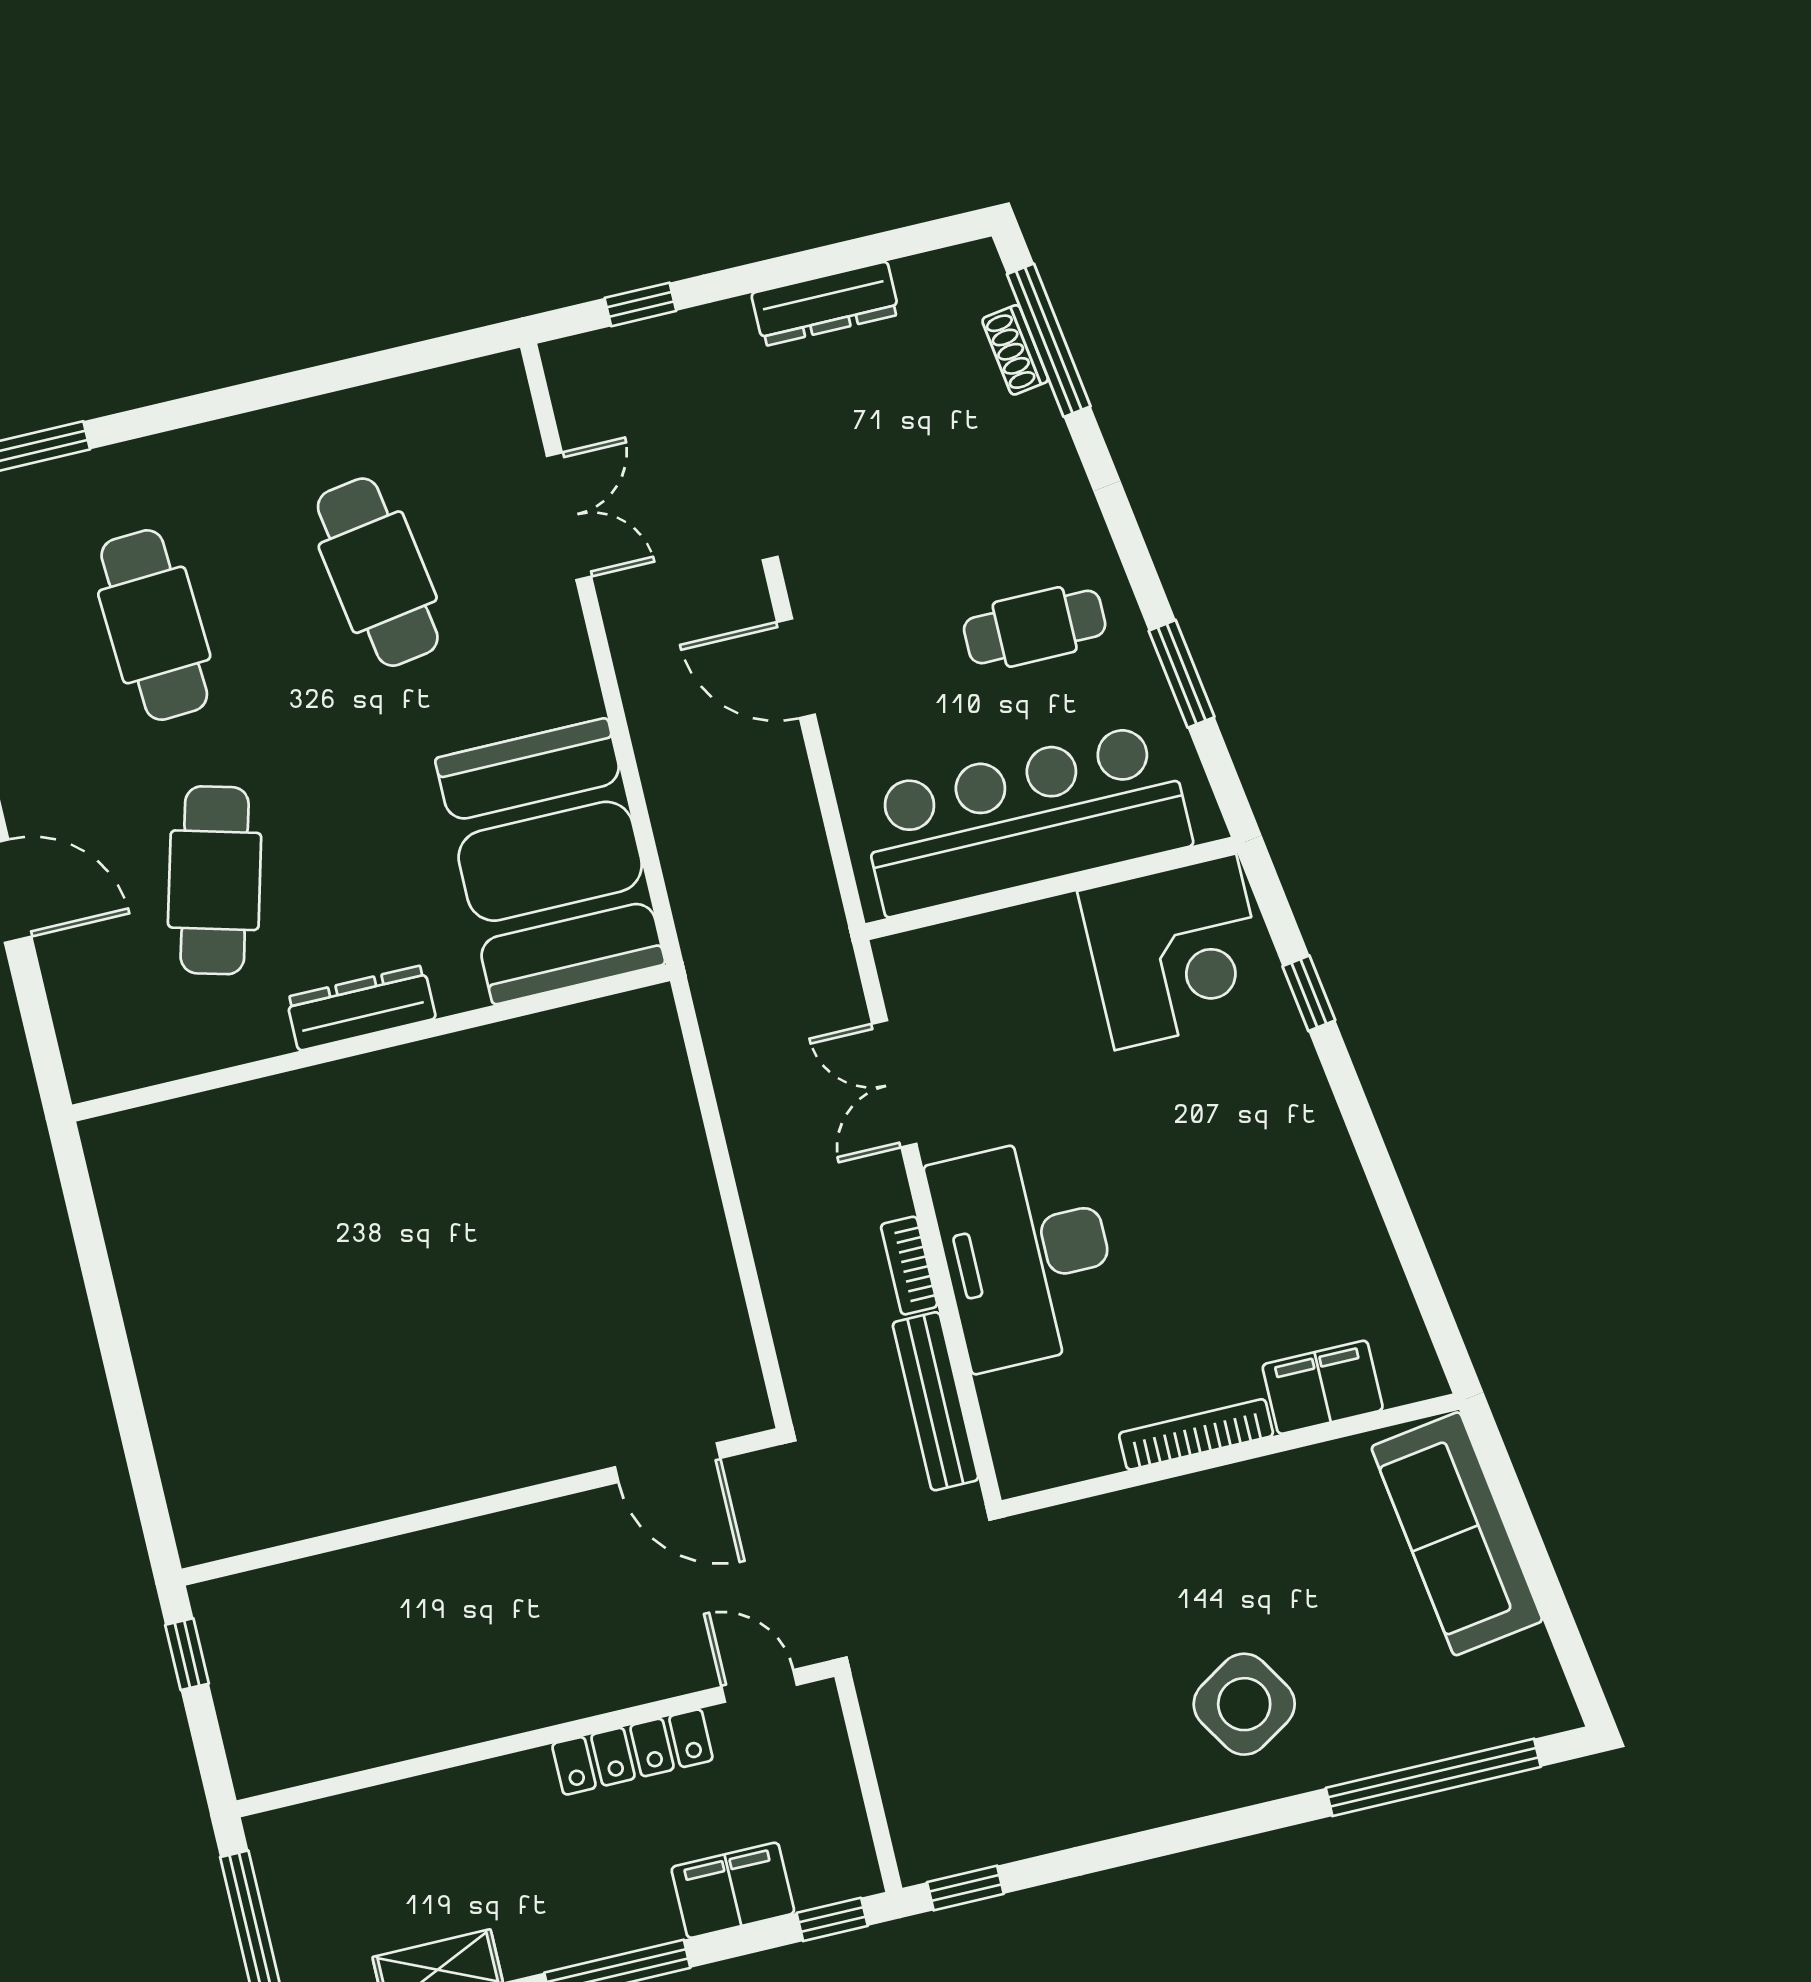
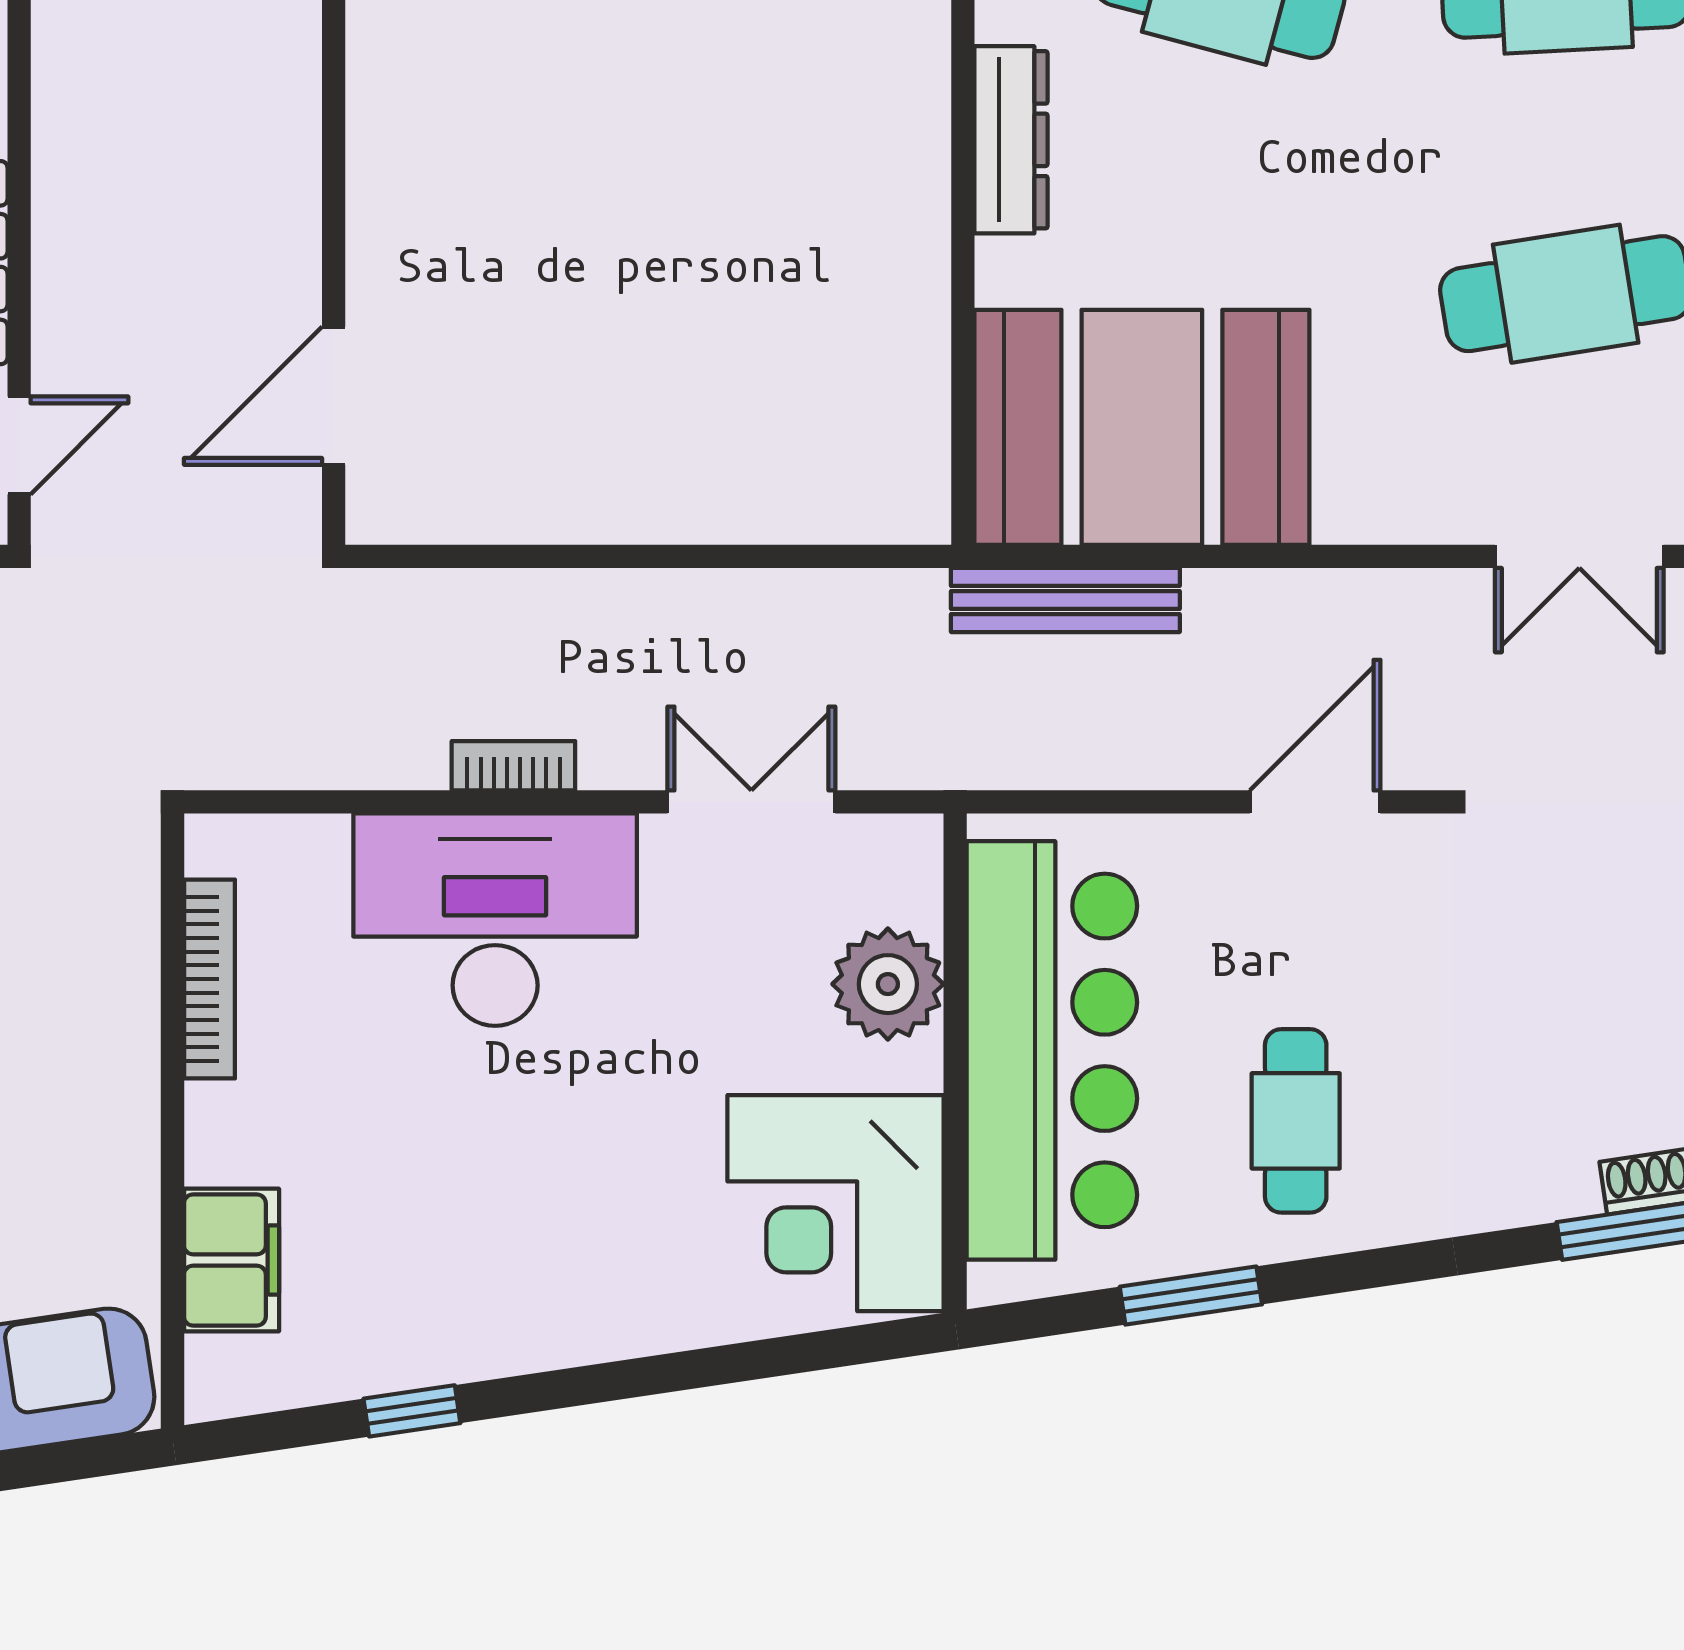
plant: (1005, 951) -> (888, 984), added
window: (1309, 993) -> (412, 1411), moved
bench: (935, 1401) -> (1065, 600), moved
bookcase: (1196, 1434) -> (209, 979), moved

